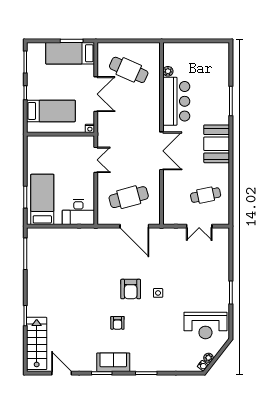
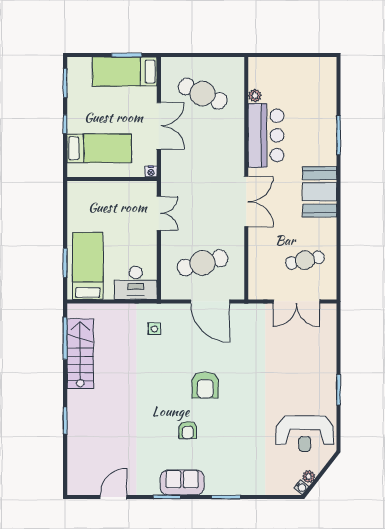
double door: (199, 226) -> (296, 301), width x1.37
side table: (158, 293) -> (154, 329), moved
stairs: (37, 343) -> (80, 354), moved
door: (62, 373) -> (114, 497), hinge flipped

